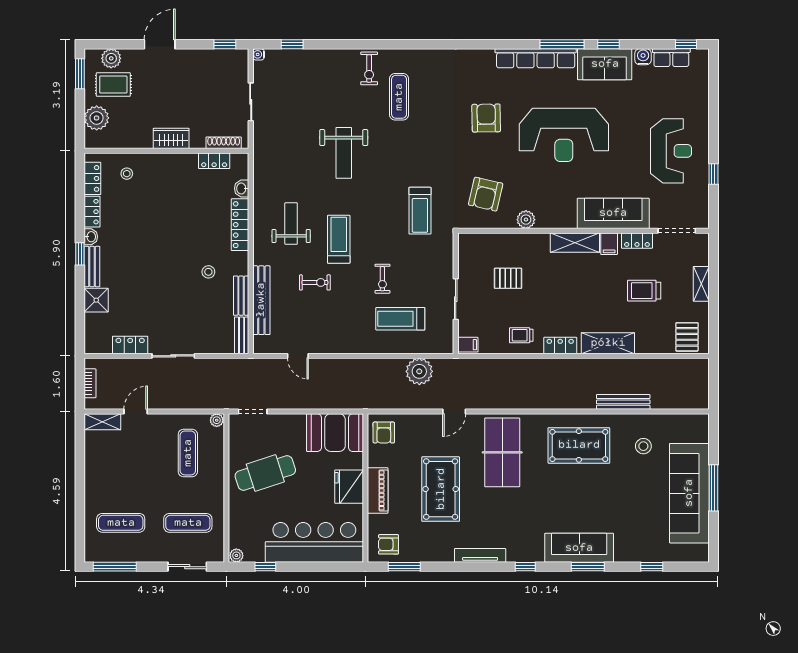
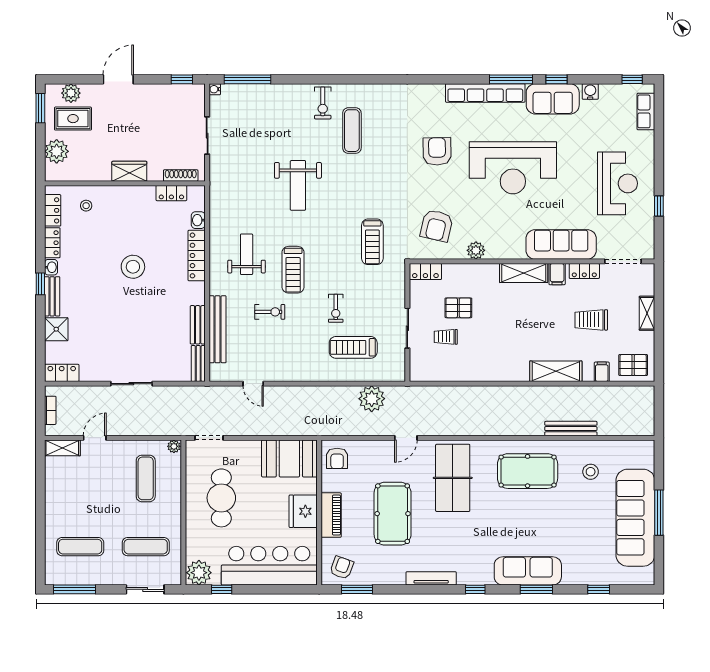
window: (292, 44) -> (248, 79), width x2.17
row of seats: (671, 58) -> (646, 111), moved, turned 90
treadmill: (339, 239) -> (293, 270), turned 180
stool: (208, 272) -> (133, 267), moved, width x1.89, depth x1.89
trolley: (521, 335) -> (446, 337), moved
pallet: (687, 337) -> (633, 365), turned 90
locker: (130, 345) -> (62, 373), moved
filing cabinet: (468, 345) -> (602, 372), moved, turned -90
locker: (560, 345) -> (425, 272), moved, turned 180
cafe table: (265, 473) -> (221, 498), turned -72
armchair: (389, 544) -> (342, 568), turned 110
plant: (236, 555) -> (199, 573), width x1.87, depth x1.87

